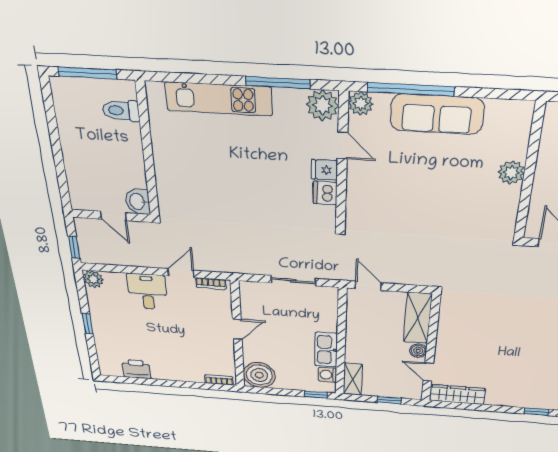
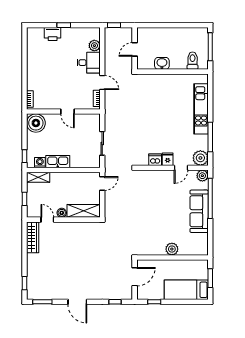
washbasin: (138, 201) -> (162, 63), moved
plant: (93, 279) -> (94, 46), moved
printer: (136, 369) -> (53, 34), moved, turned 90
door: (428, 372) -> (47, 220), hinge flipped

